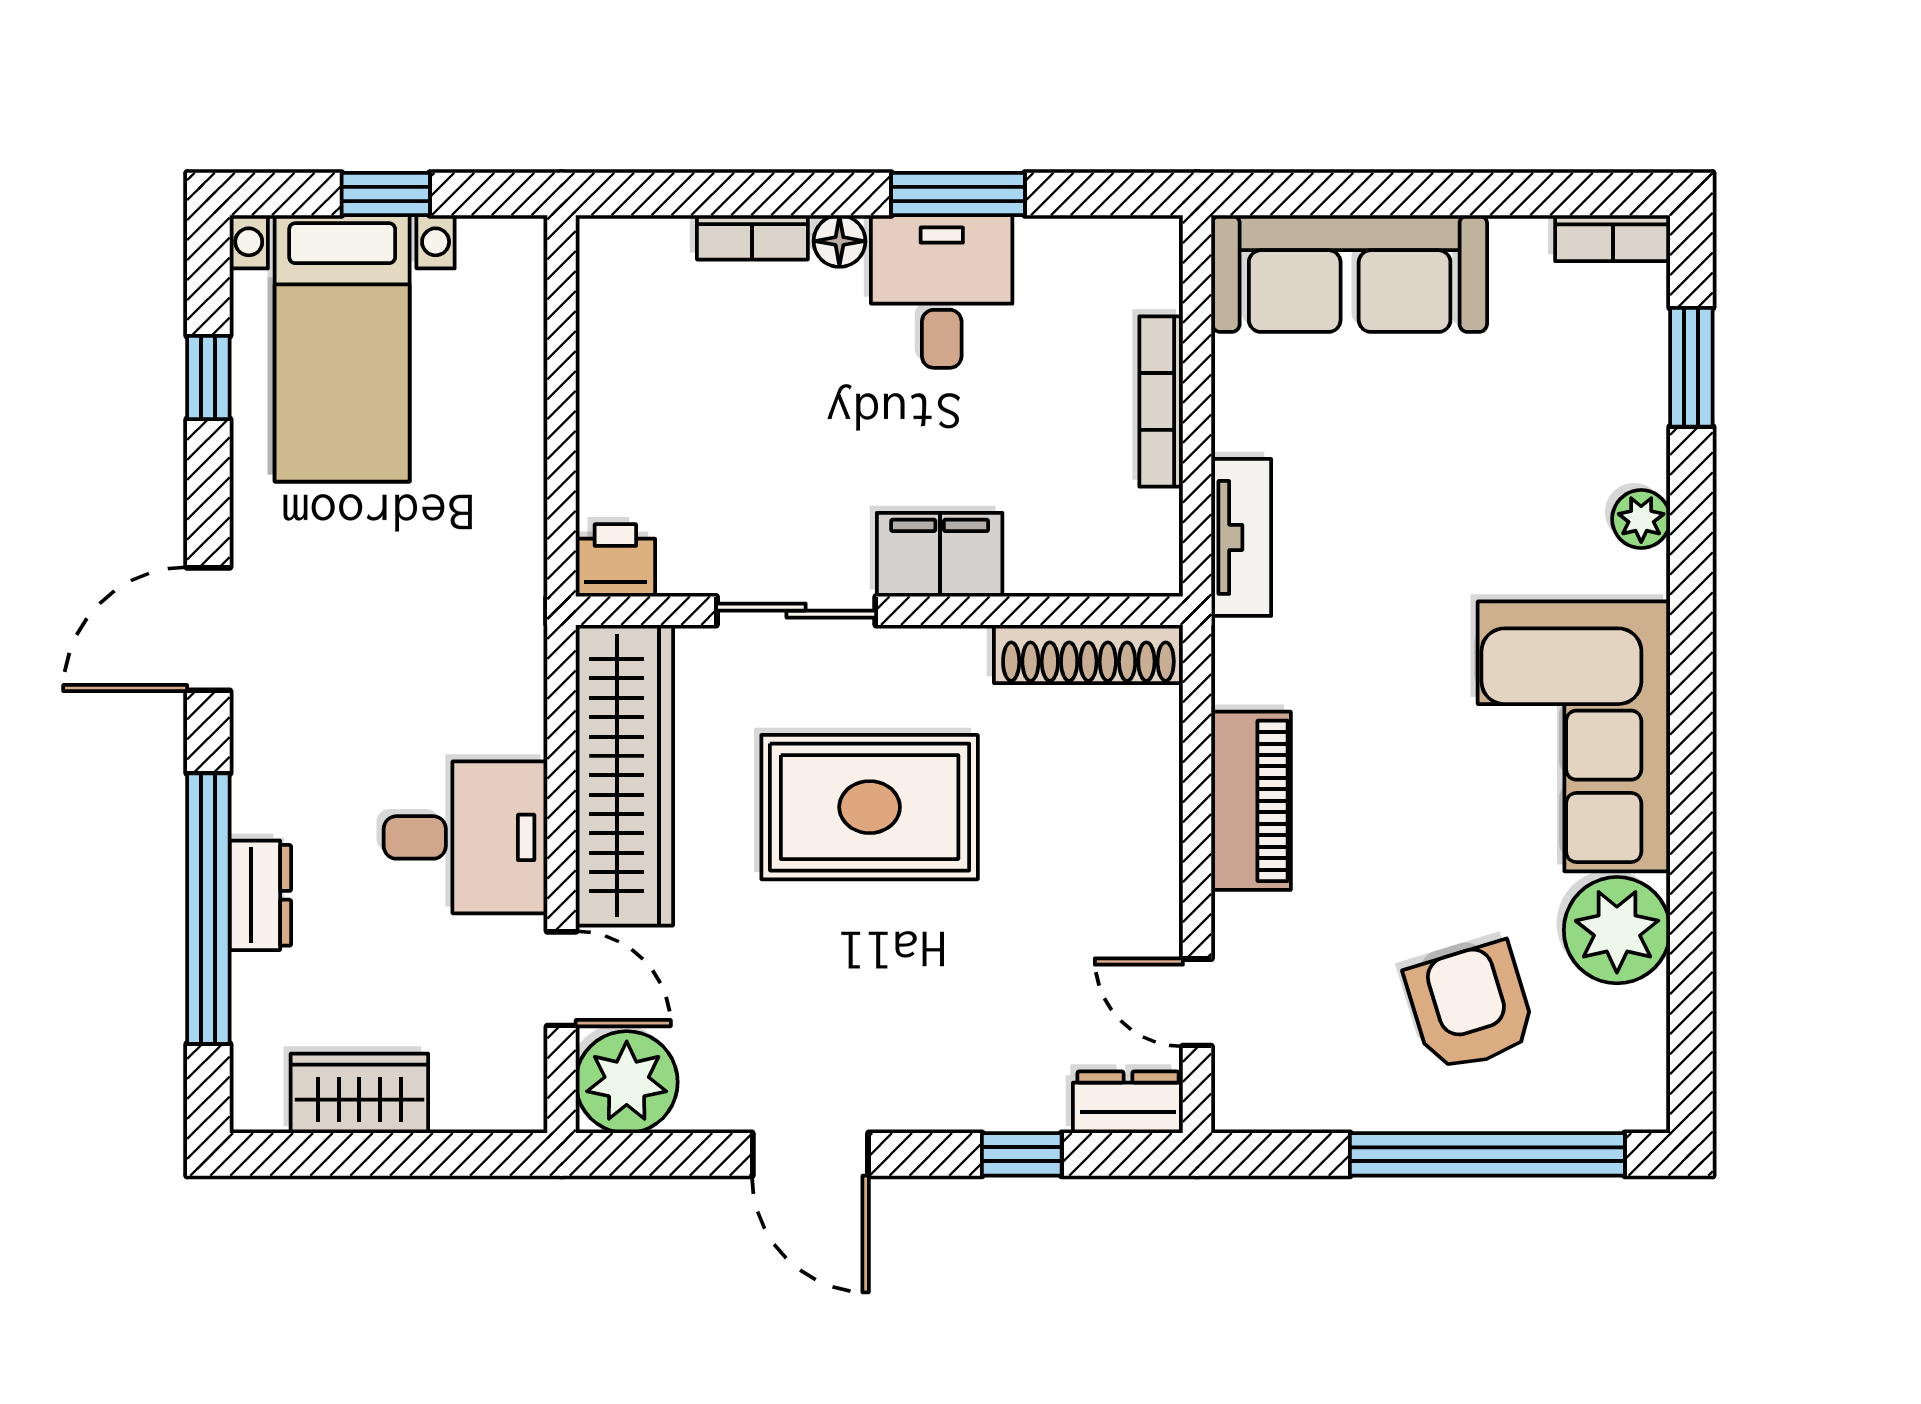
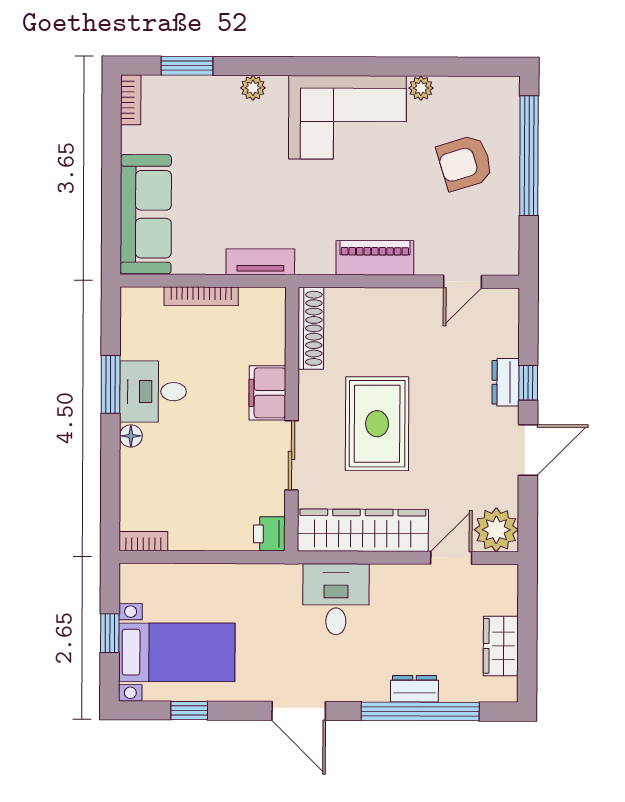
bookcase: (752, 237) -> (143, 541), moved, turned -90
desk: (466, 837) -> (336, 599), moved
plant: (1617, 930) -> (421, 88), width x0.53, depth x0.53
dresser: (1128, 1102) -> (506, 382), moved
window: (1022, 1154) -> (528, 383), moved

